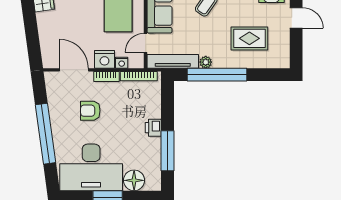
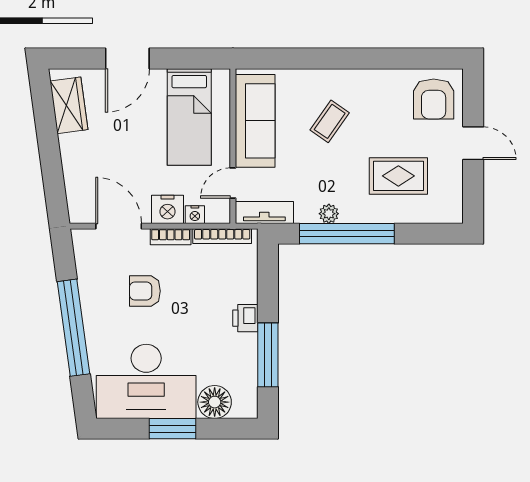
tv unit: (173, 61) -> (264, 213), width x0.71

